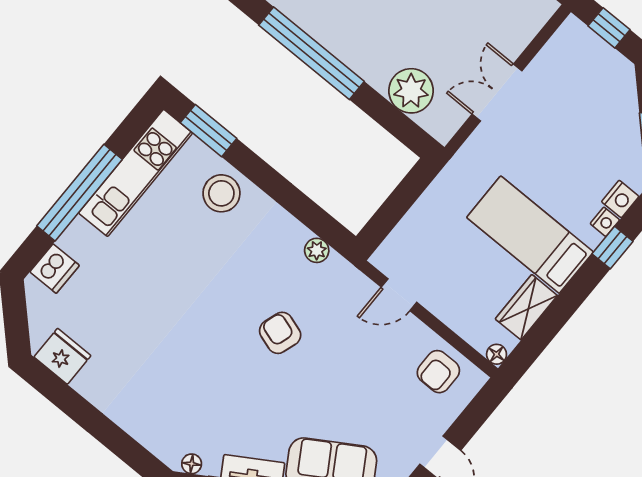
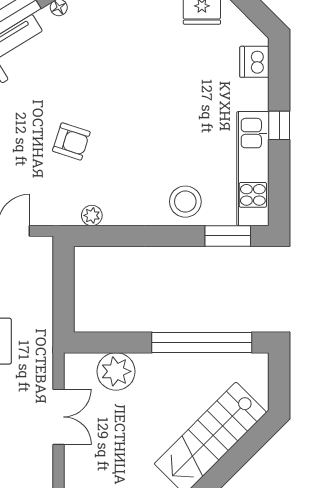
window: (79, 193) -> (279, 125), width x0.32

